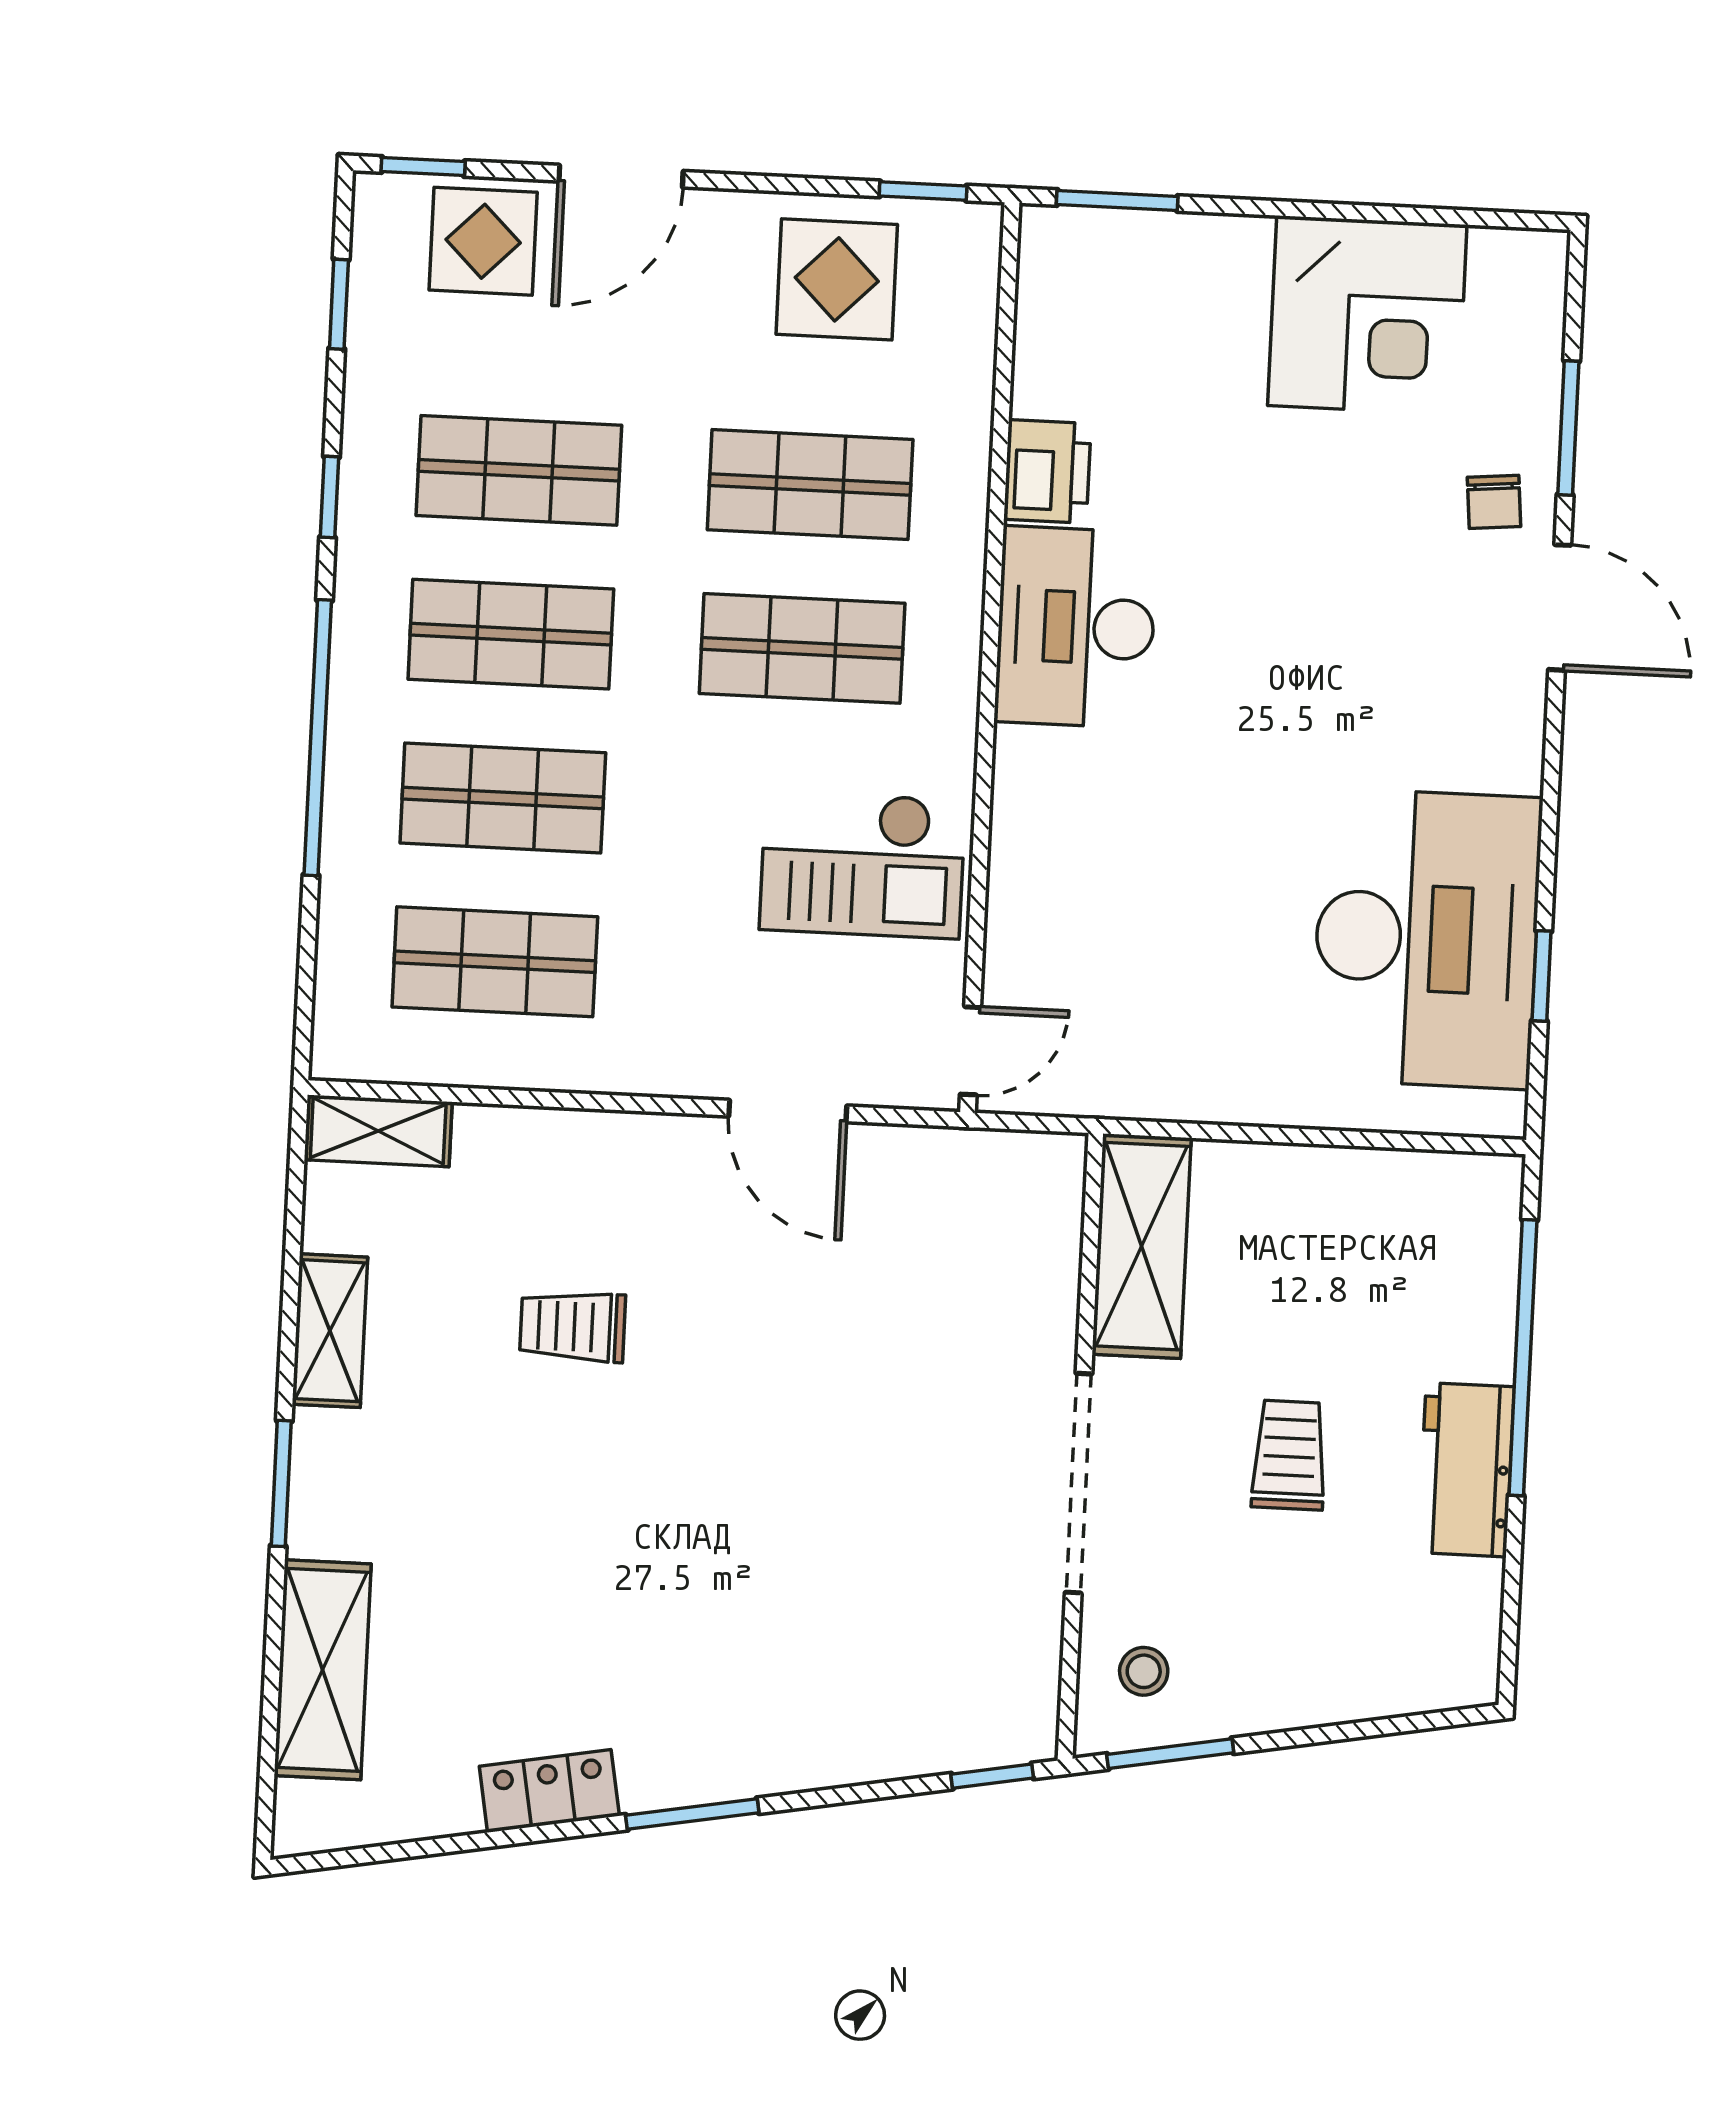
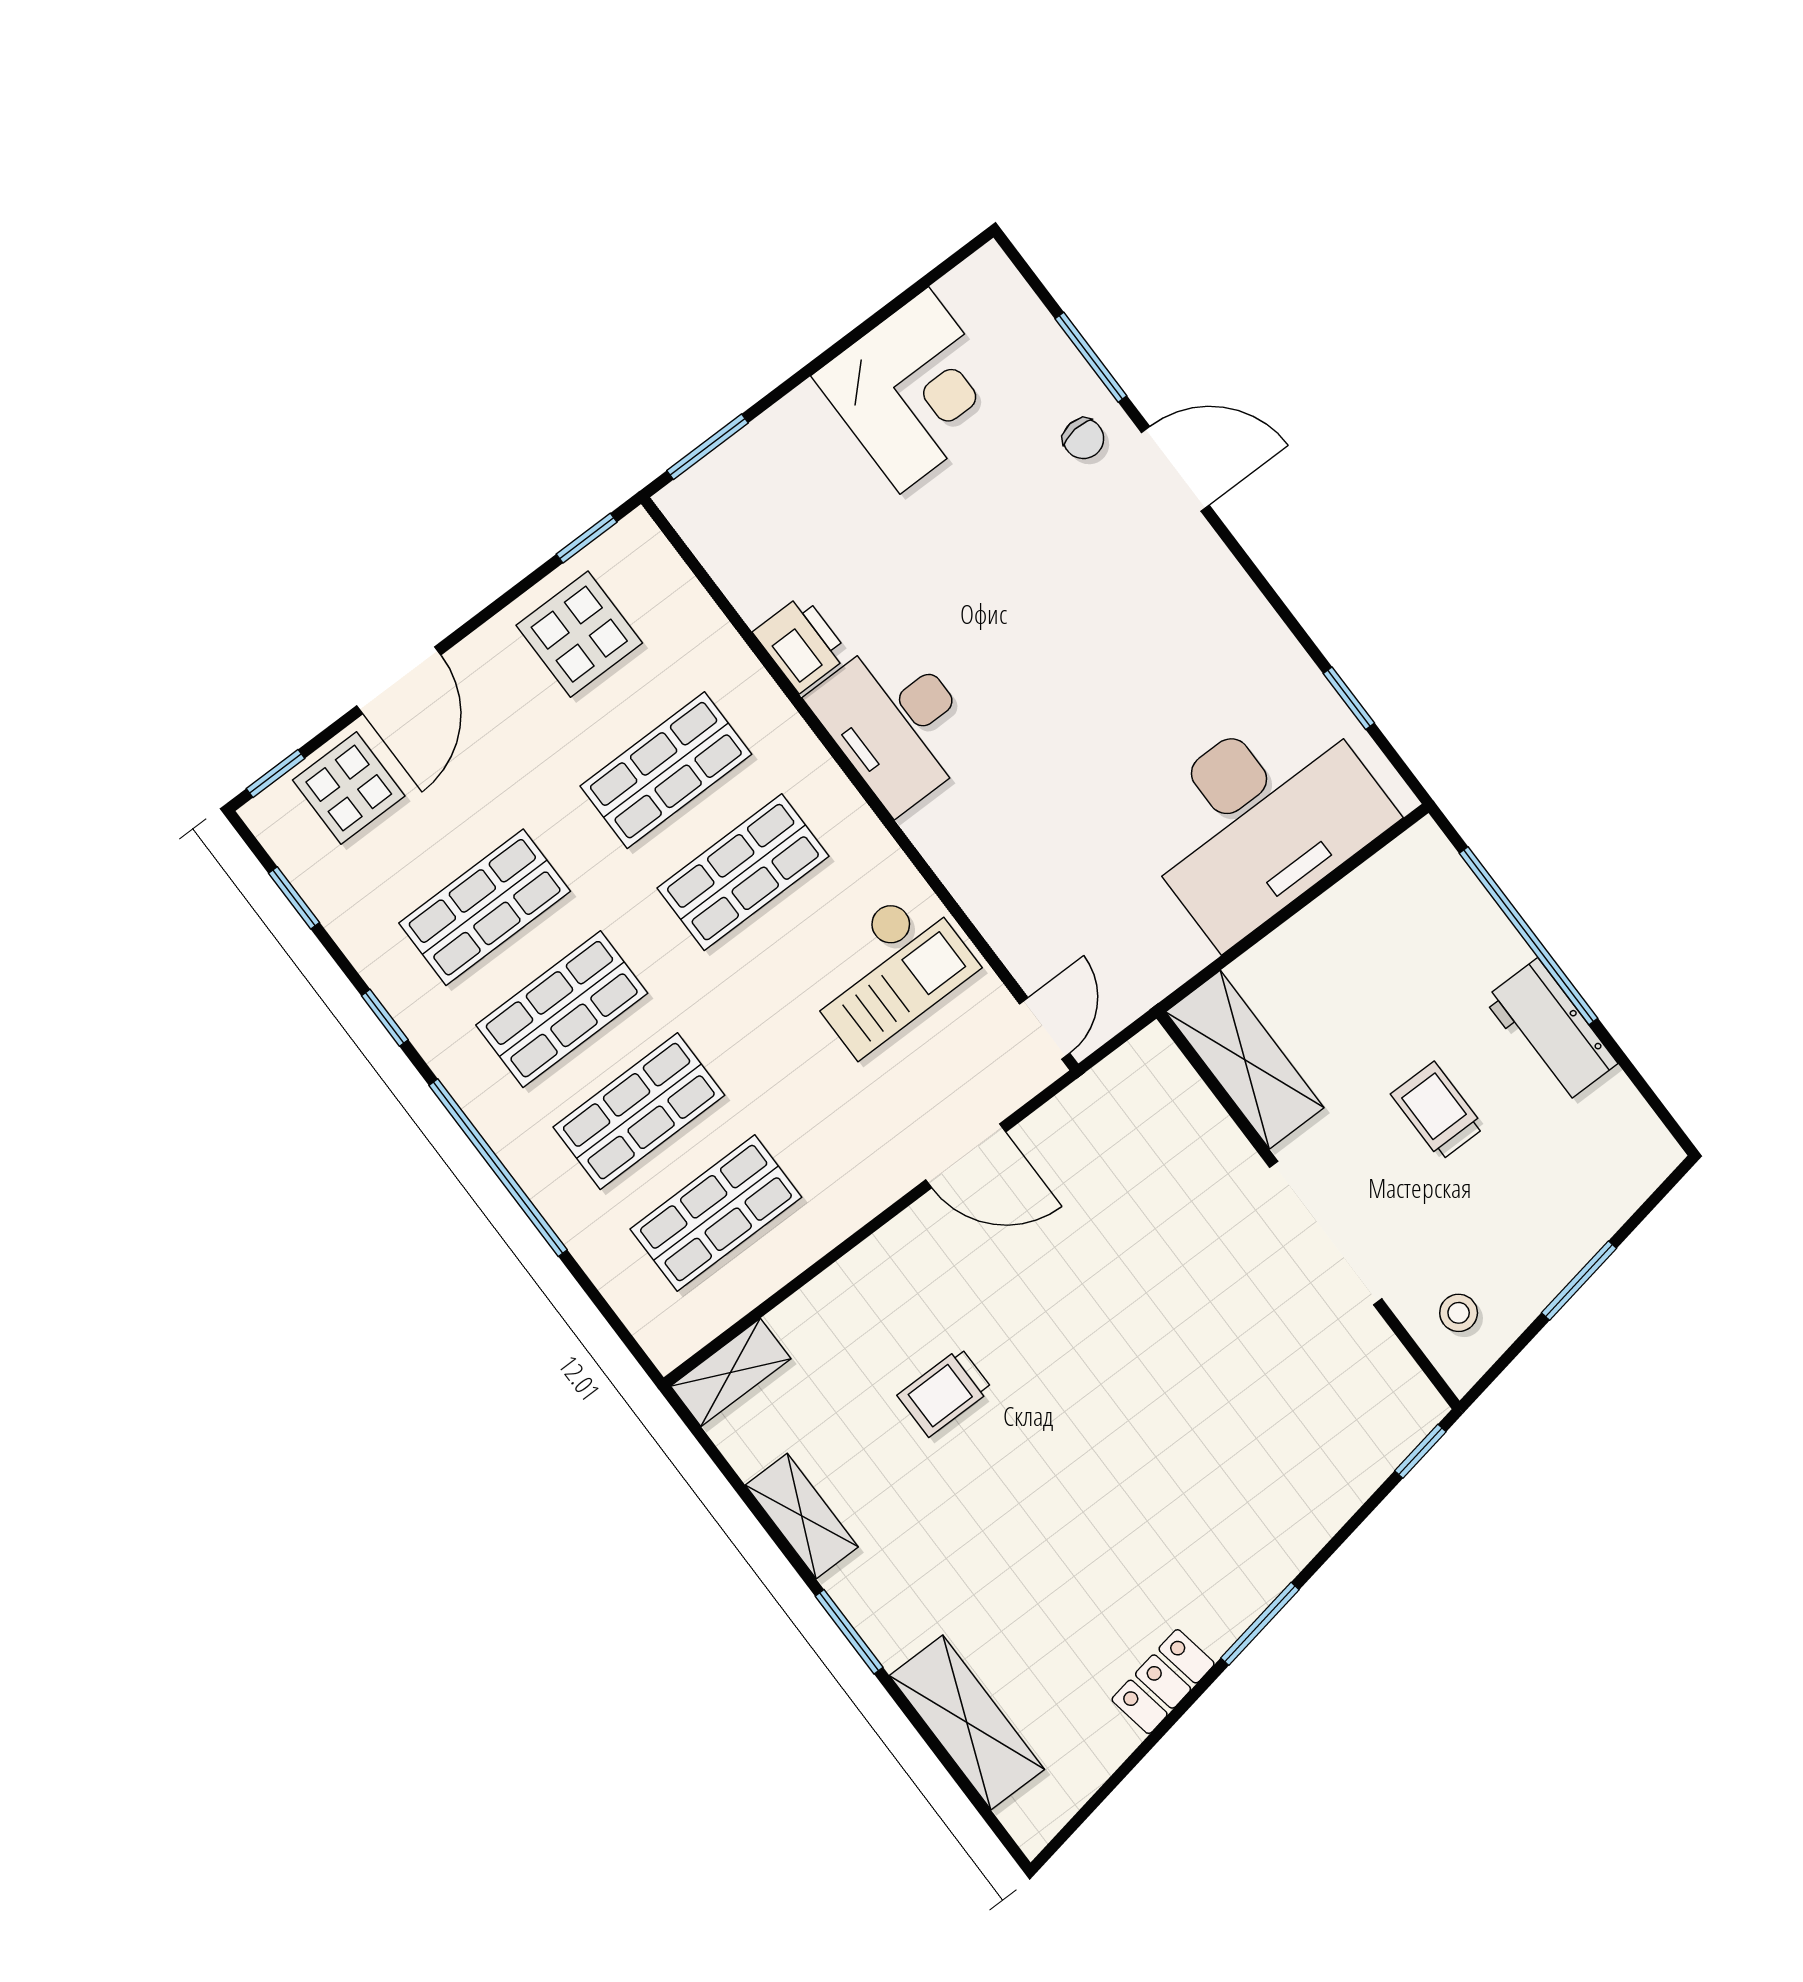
desk: (1427, 939) -> (1261, 818), moved, turned 90
window: (1170, 1754) -> (1579, 1281), moved

